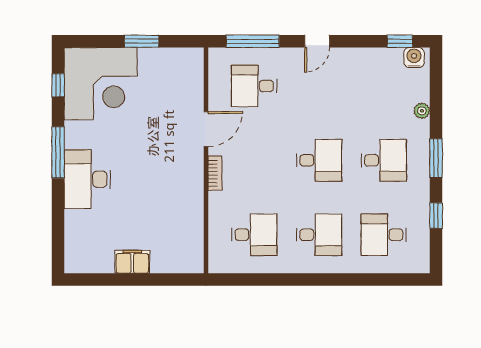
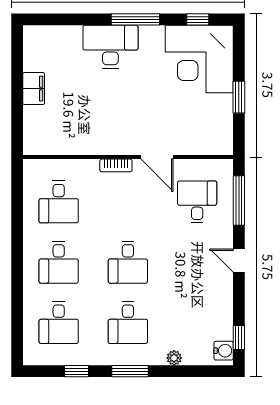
desk: (384, 235) -> (59, 323), turned 180

